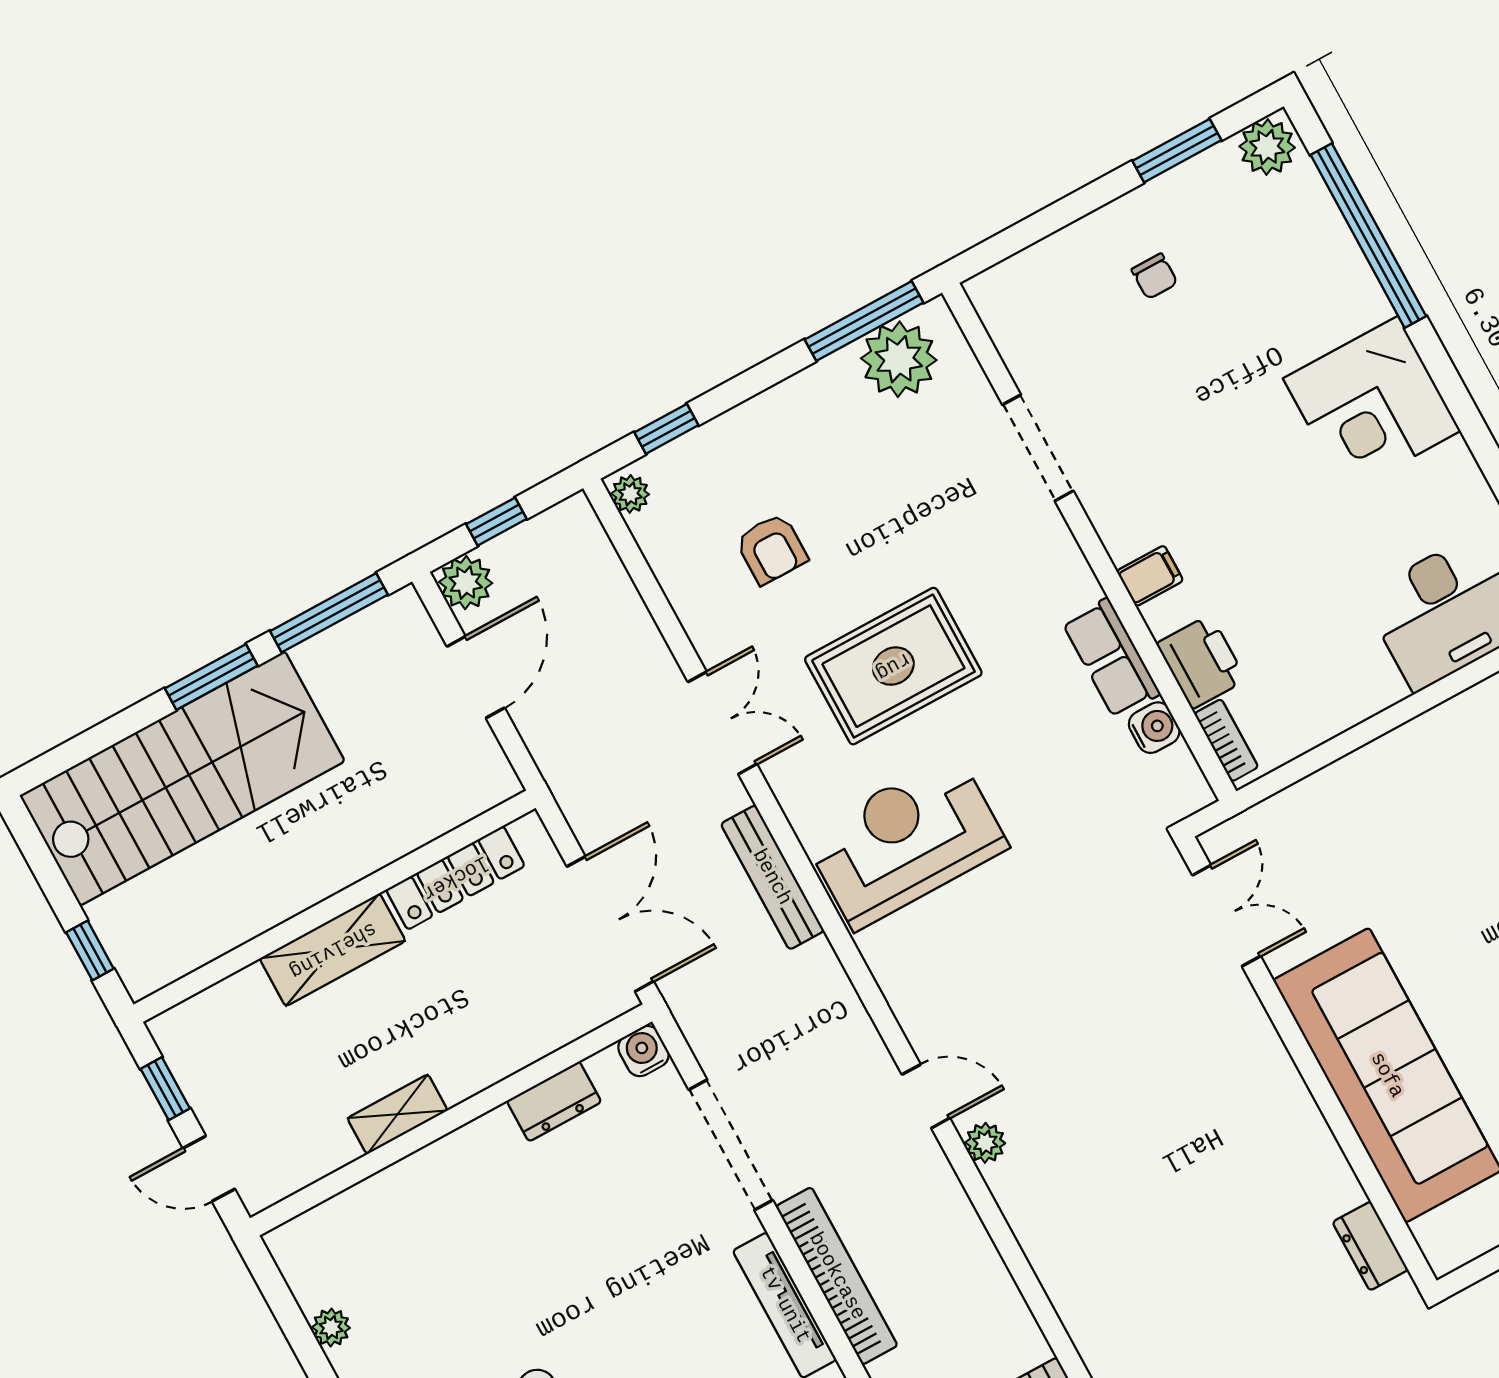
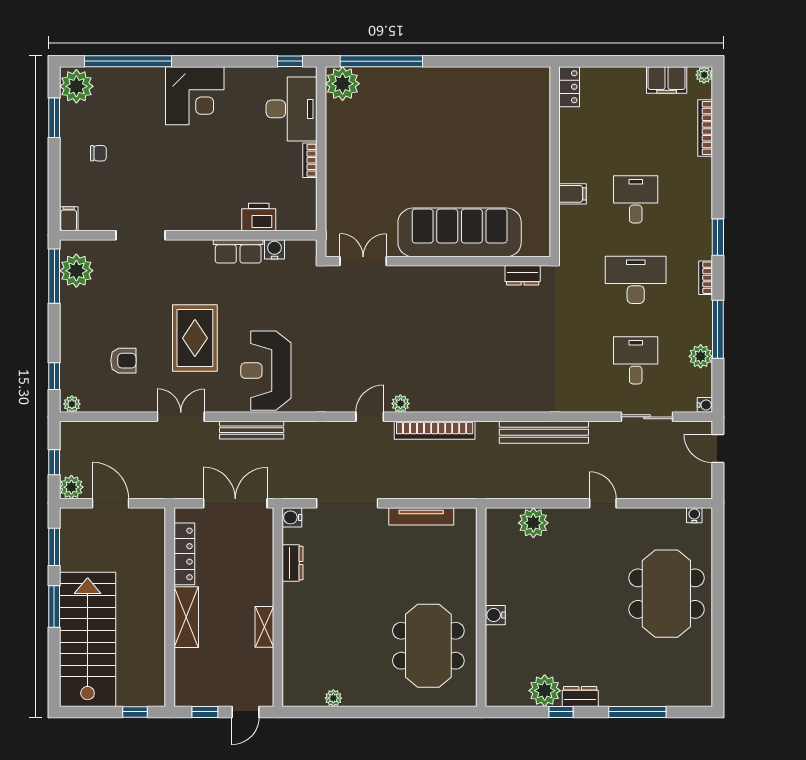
plant: (1267, 147) -> (76, 86), width x1.36, depth x1.36
filing cabinet: (1150, 576) -> (69, 219), moved
window: (329, 613) -> (54, 547), width x0.69
bookcase: (1226, 740) -> (310, 160), moved, turned -90
bookcase: (837, 1276) -> (435, 430), moved, turned 180

